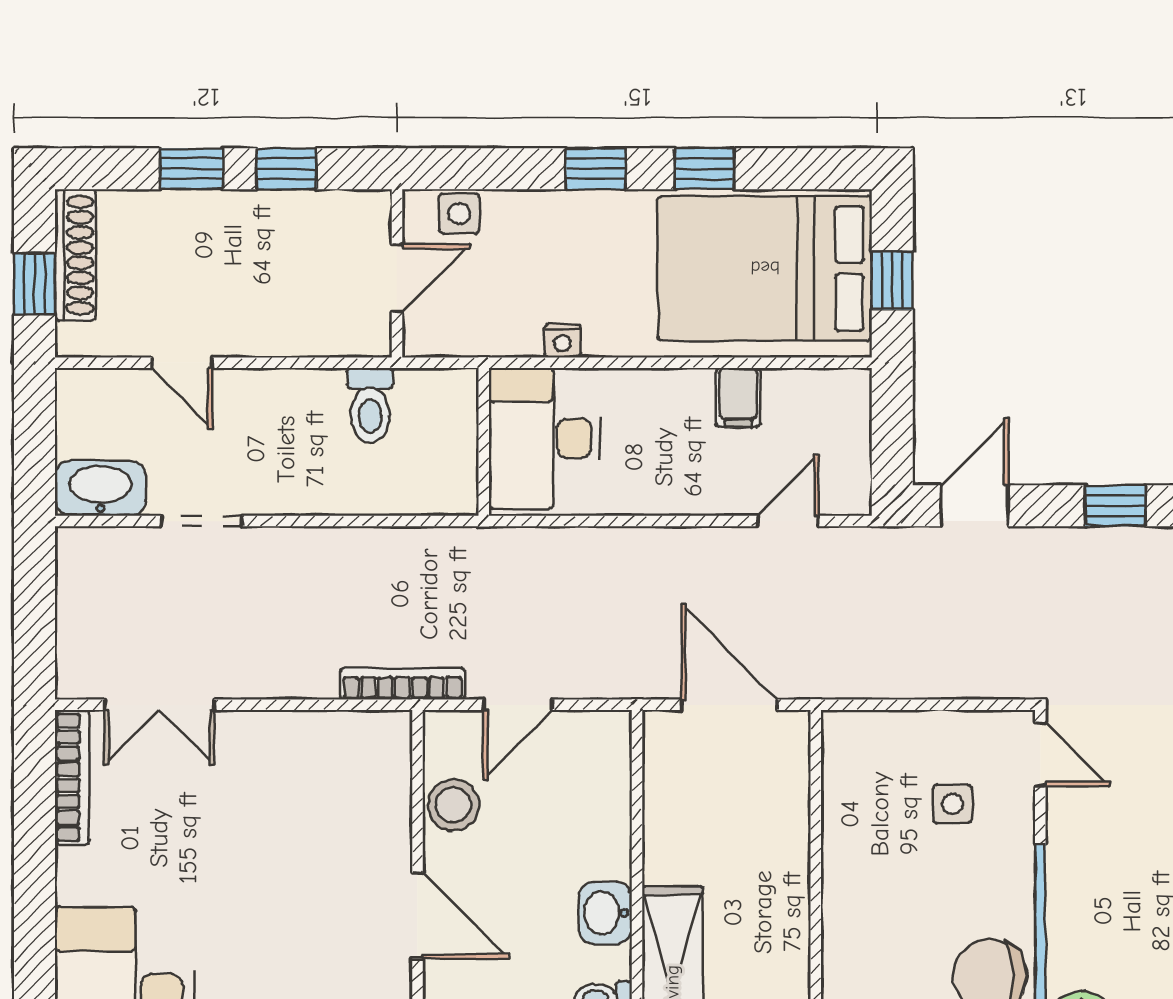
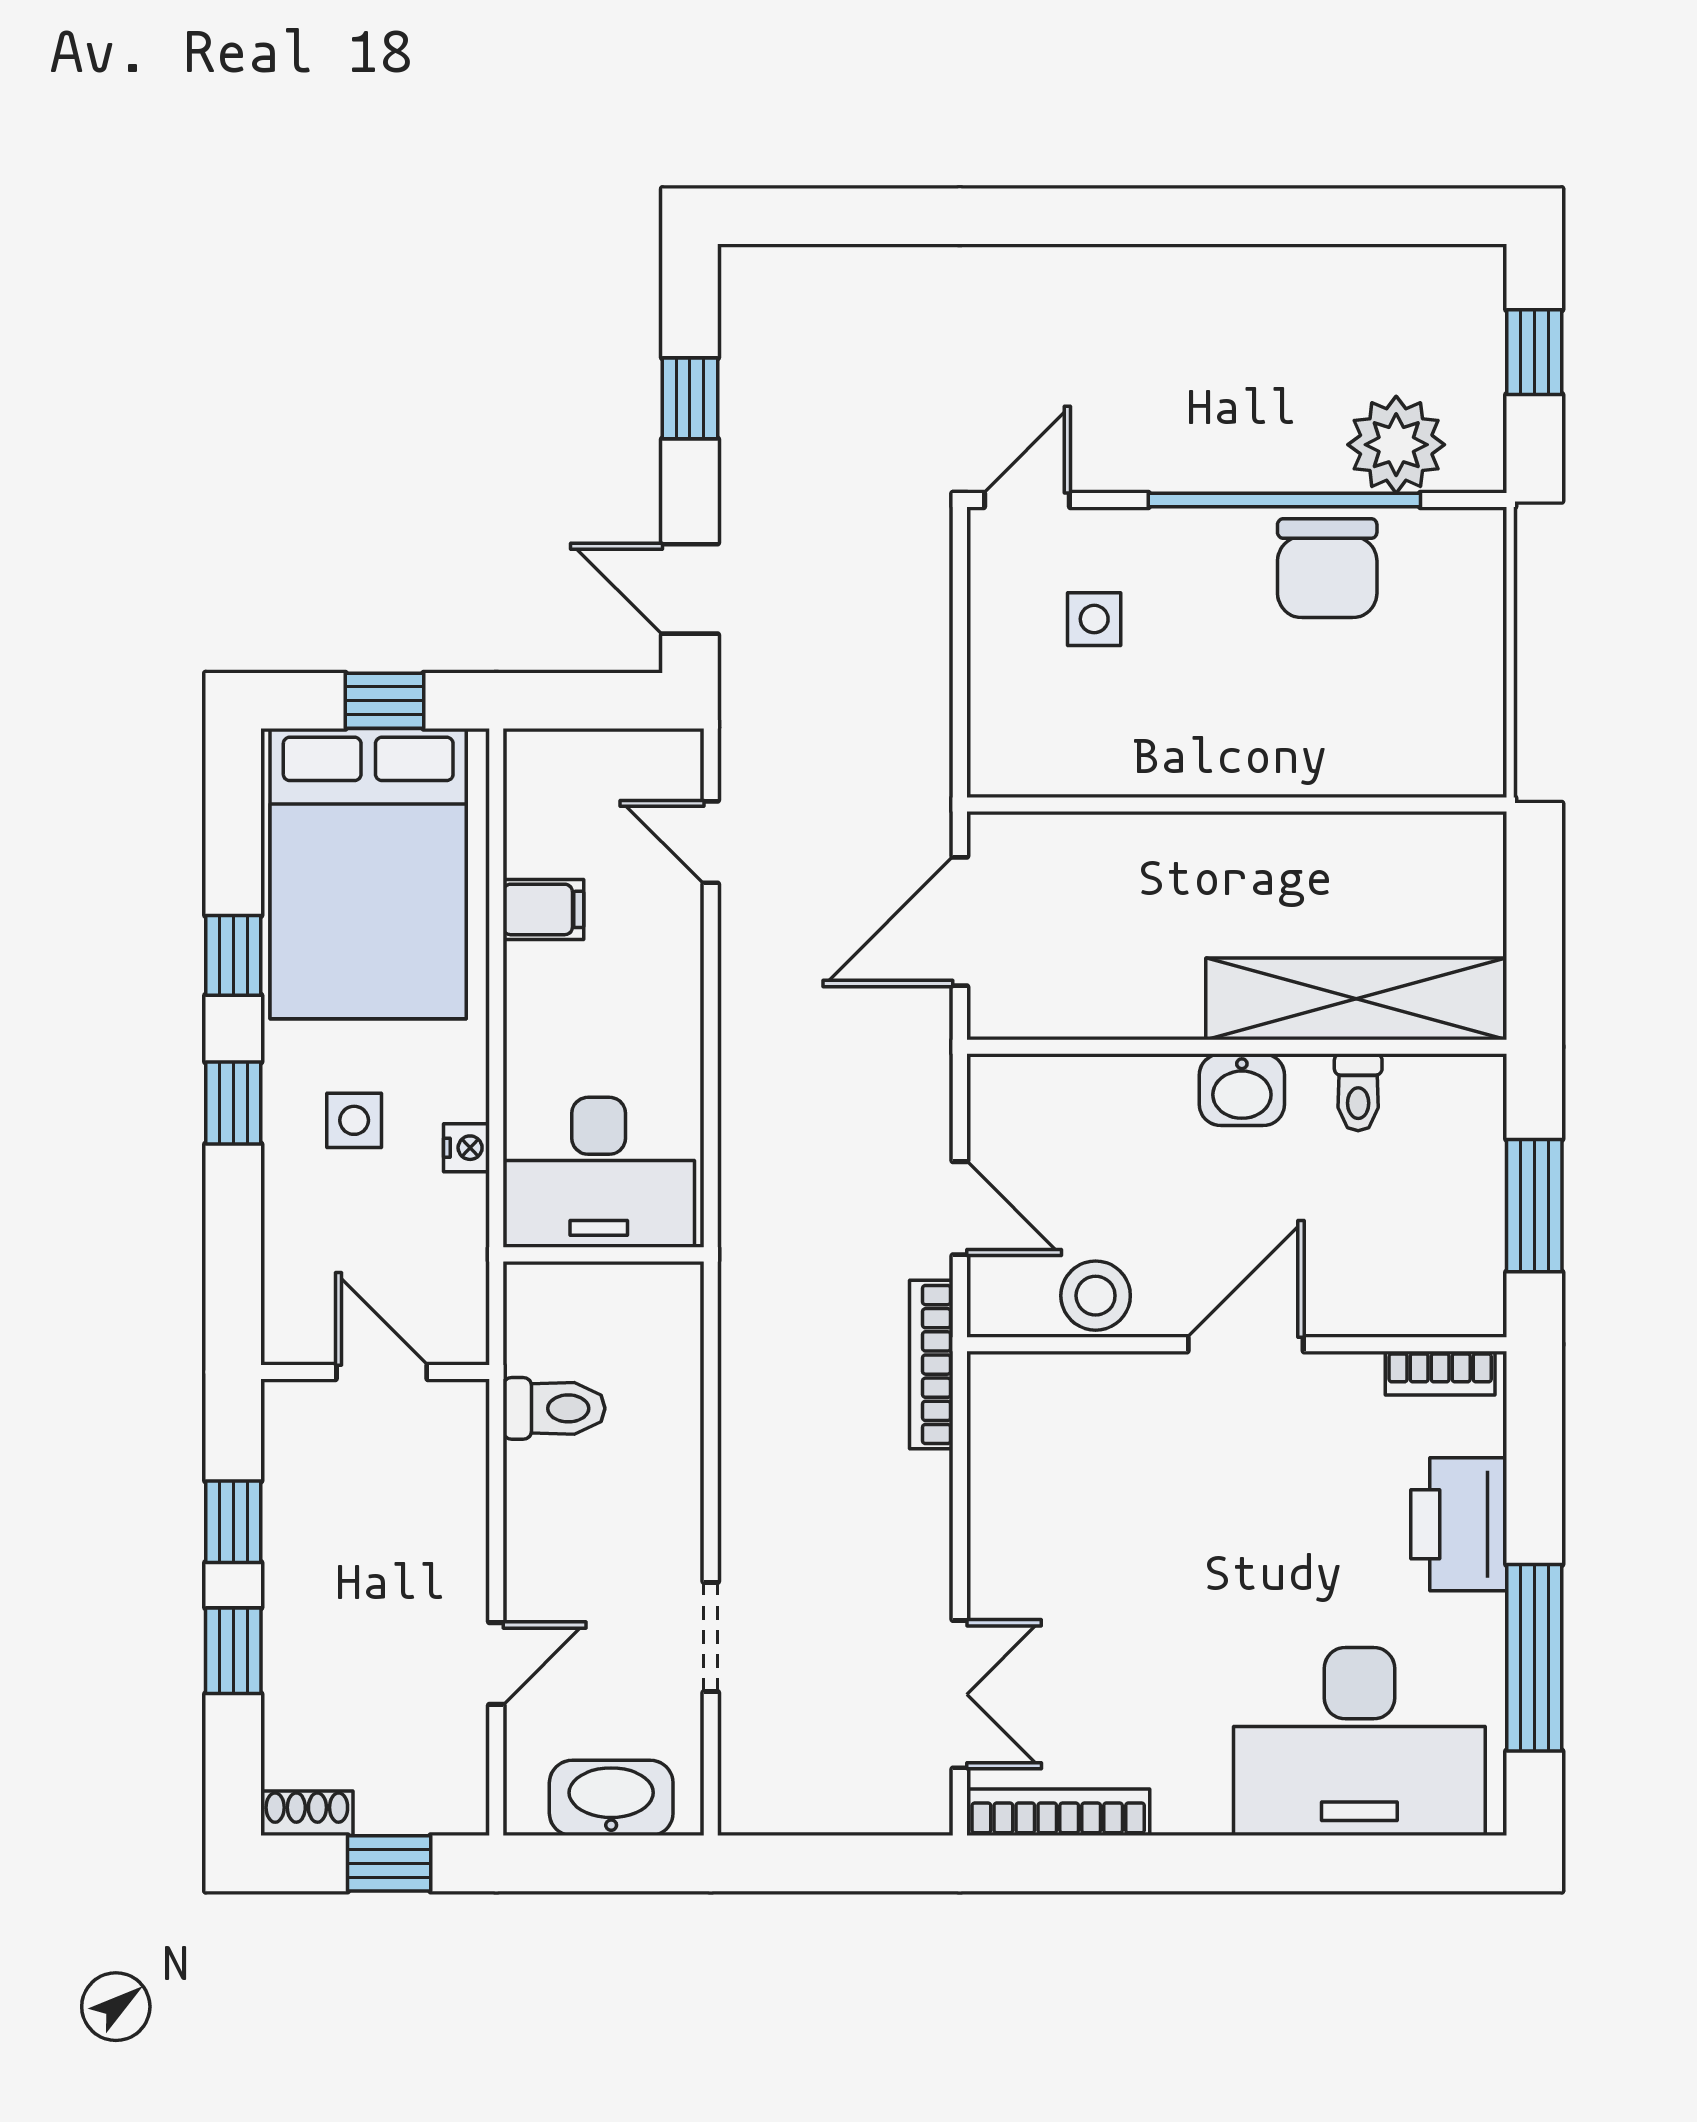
side table: (459, 213) -> (354, 1120), moved
shoe rack: (75, 255) -> (307, 1813), width x0.51, depth x0.81
washbasin: (100, 488) -> (611, 1798), moved, turned 90

